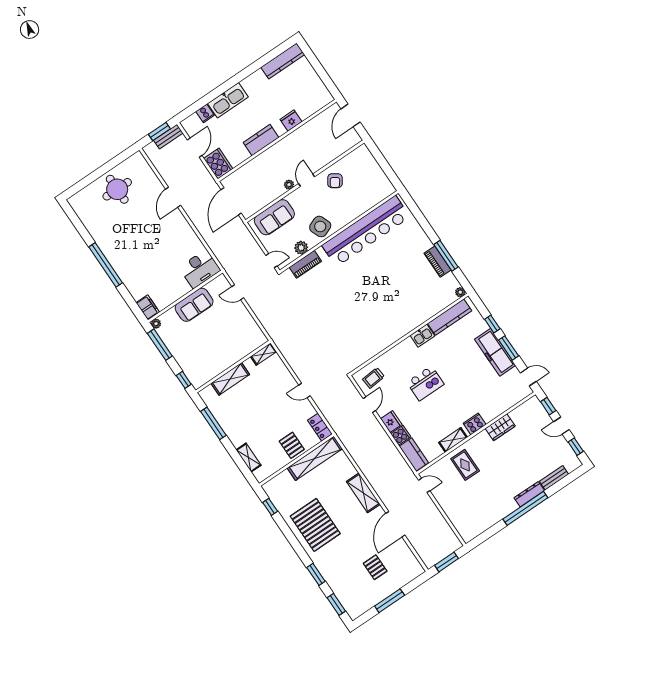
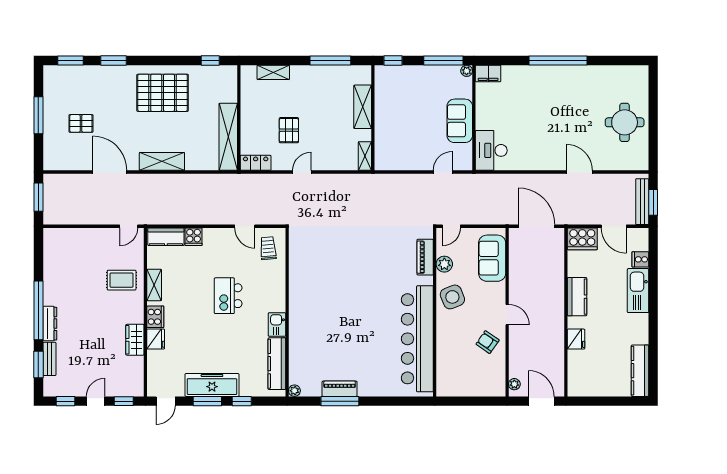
bench: (168, 137) -> (642, 202), width x1.36
plant: (289, 185) -> (514, 384), moved
fridge: (391, 422) -> (156, 339), moved, turned -90
pallet: (292, 445) -> (289, 130), moved, turned 90
window: (563, 483) -> (38, 364), added

